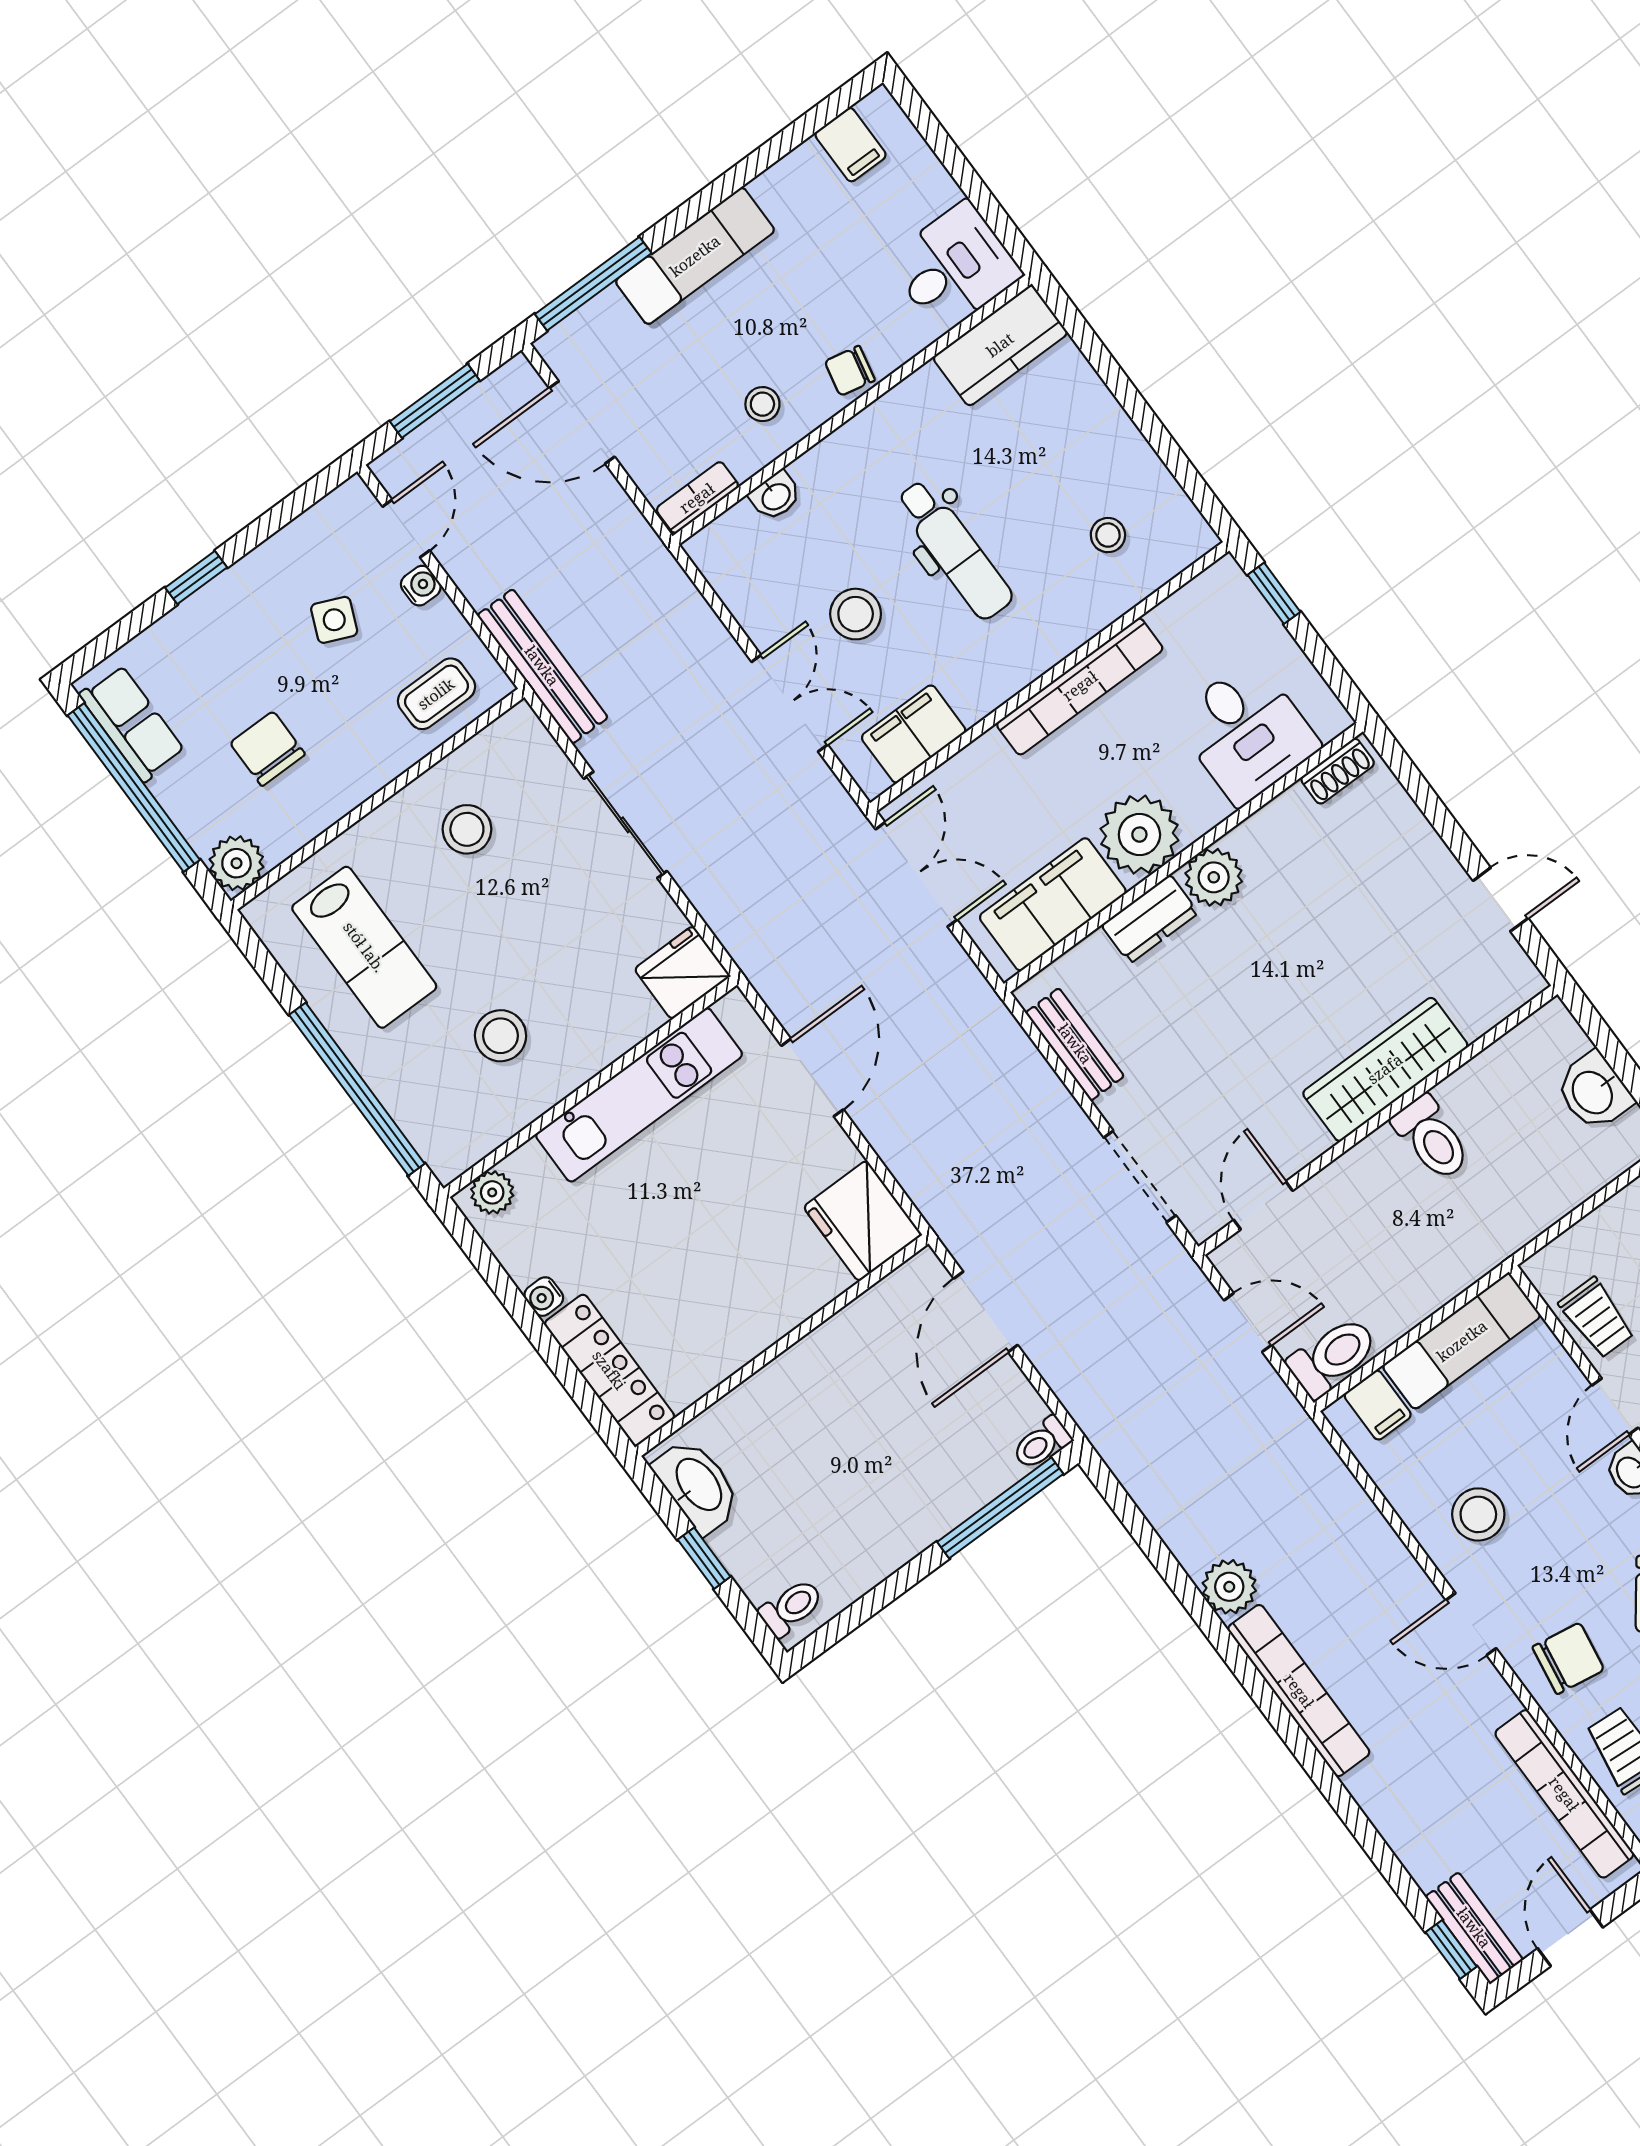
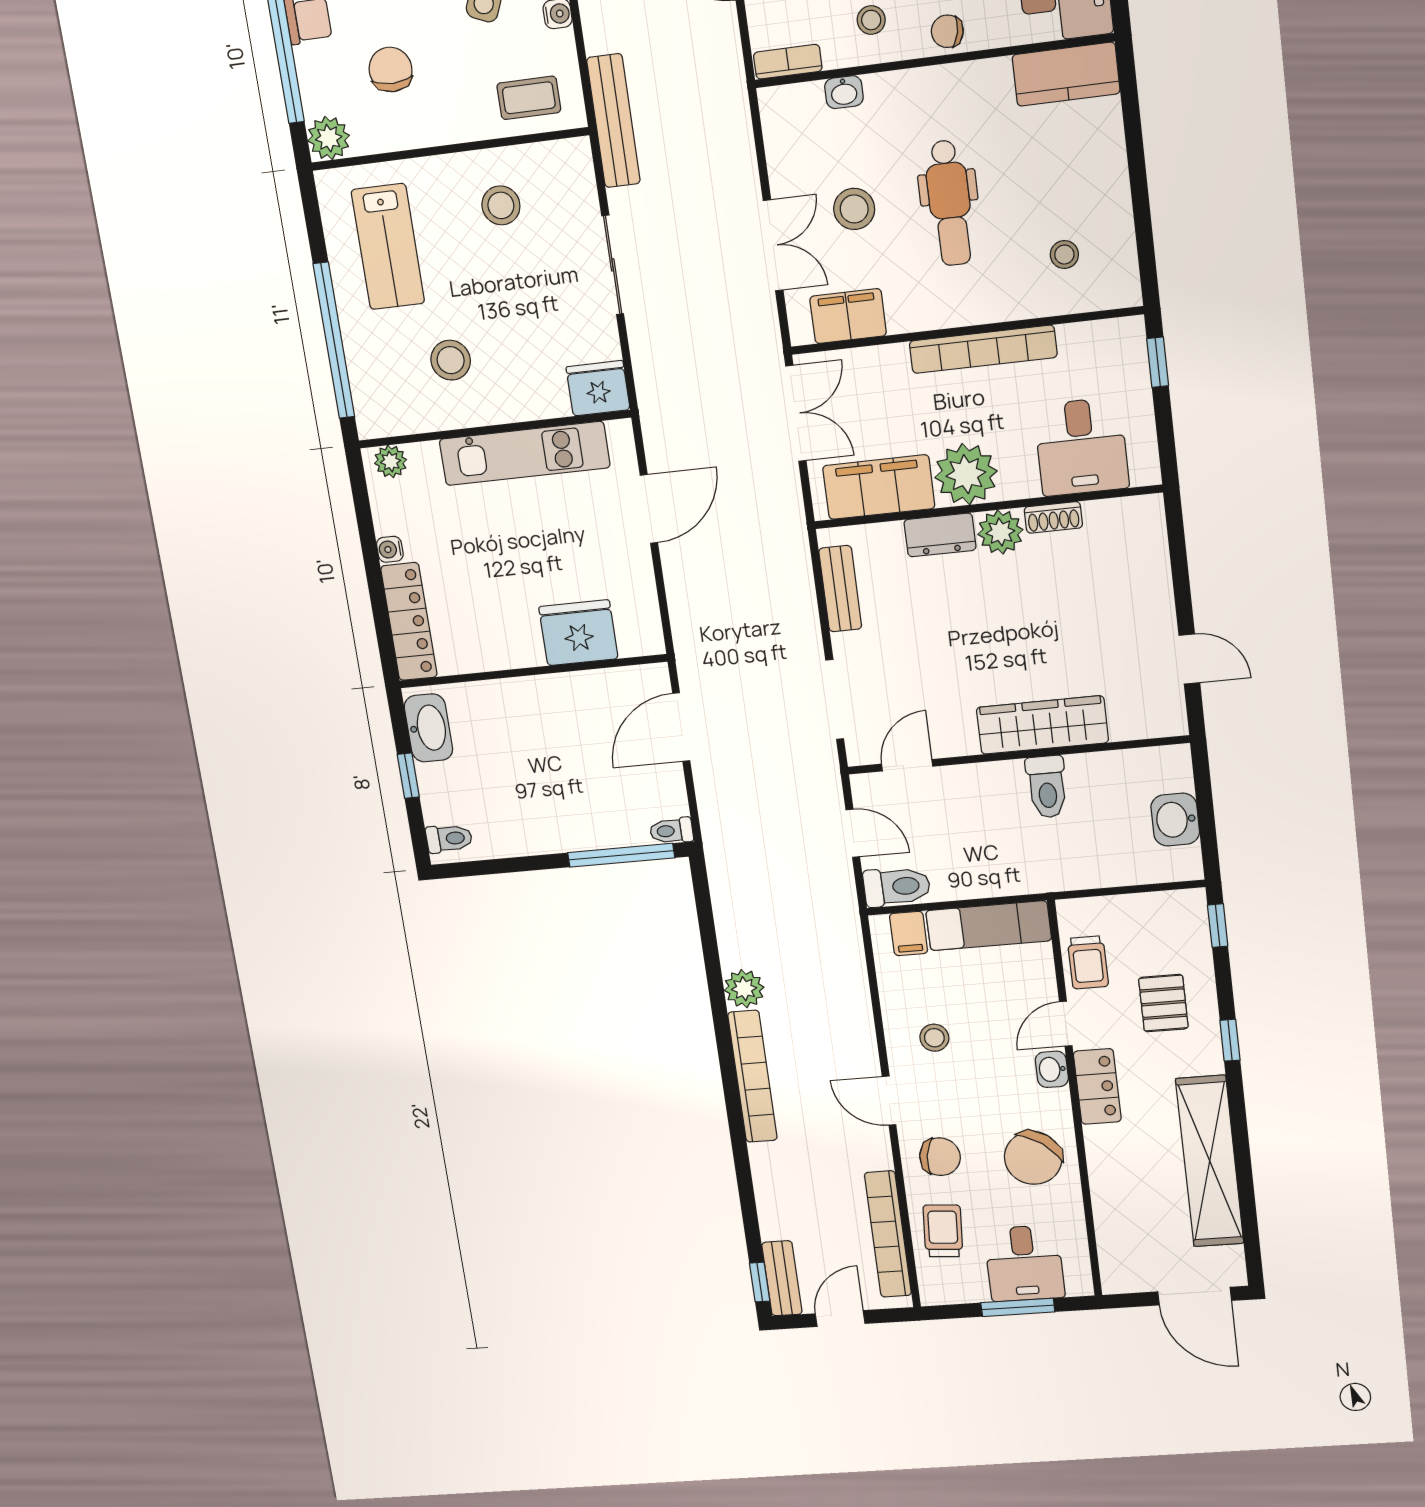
shoe rack: (1338, 771) -> (1053, 517), moved
fridge: (863, 1221) -> (578, 633), moved, turned 90
stool: (1478, 1514) -> (934, 1038), width x0.73, depth x0.73

